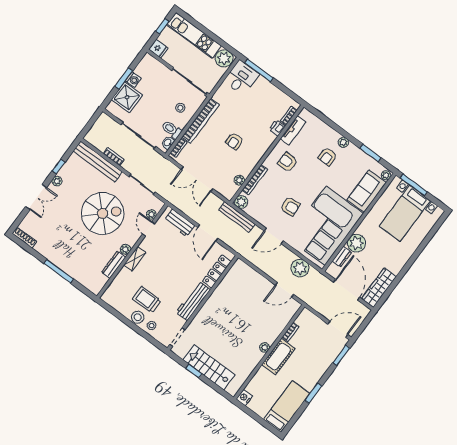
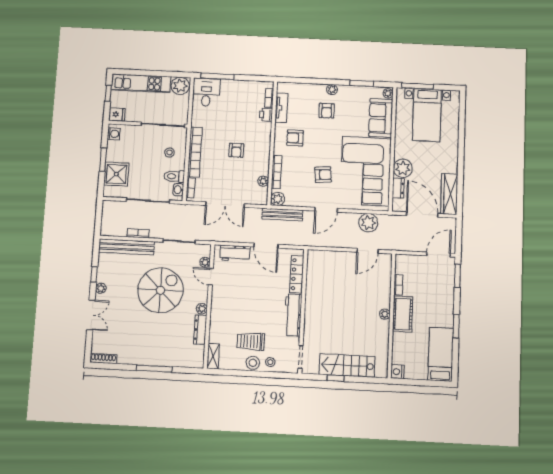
washing machine: (133, 80) -> (114, 134), moved
shelving: (135, 259) -> (213, 356), moved

